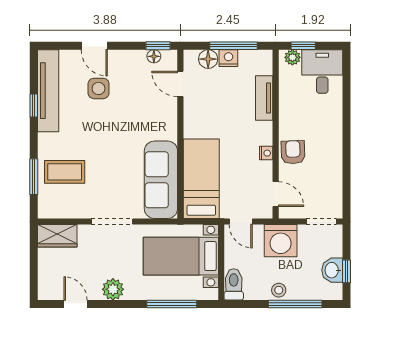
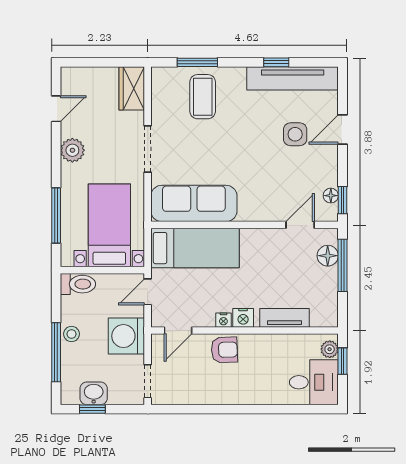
window: (234, 46) -> (343, 265), moved
nightstand: (228, 58) -> (243, 318), moved, turned 90

